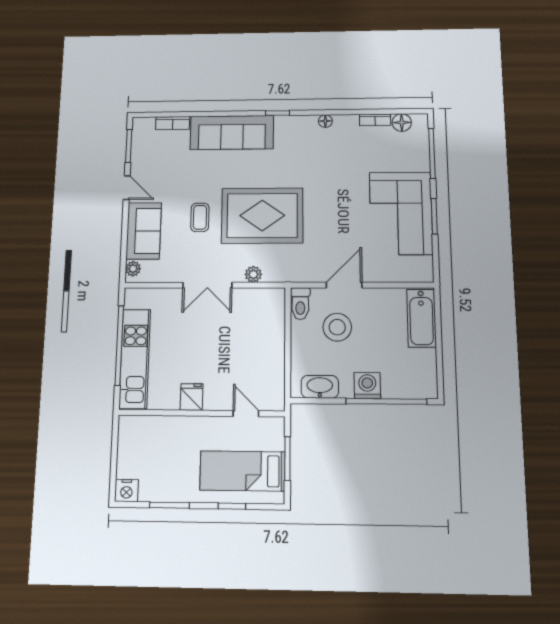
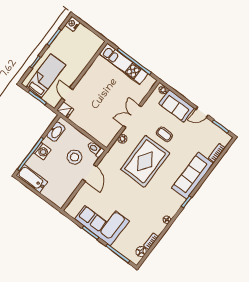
bathtub: (421, 318) -> (32, 179), moved
fridge: (192, 397) -> (65, 110), moved
door: (246, 414) -> (67, 94), swing flipped

